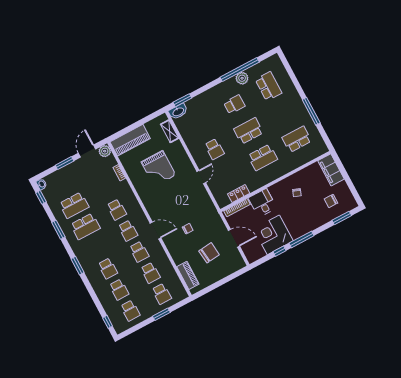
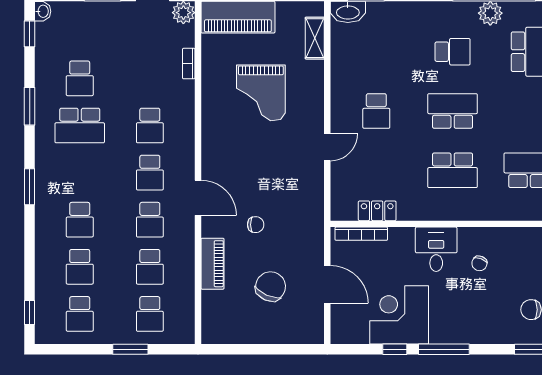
desk: (262, 203) -> (436, 249), moved
school desk: (74, 205) -> (80, 78), width x0.54
chair: (209, 253) -> (271, 286), turned -60
piano: (188, 275) -> (212, 264), moved

